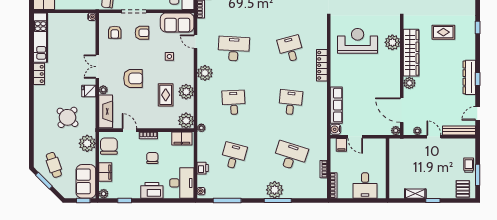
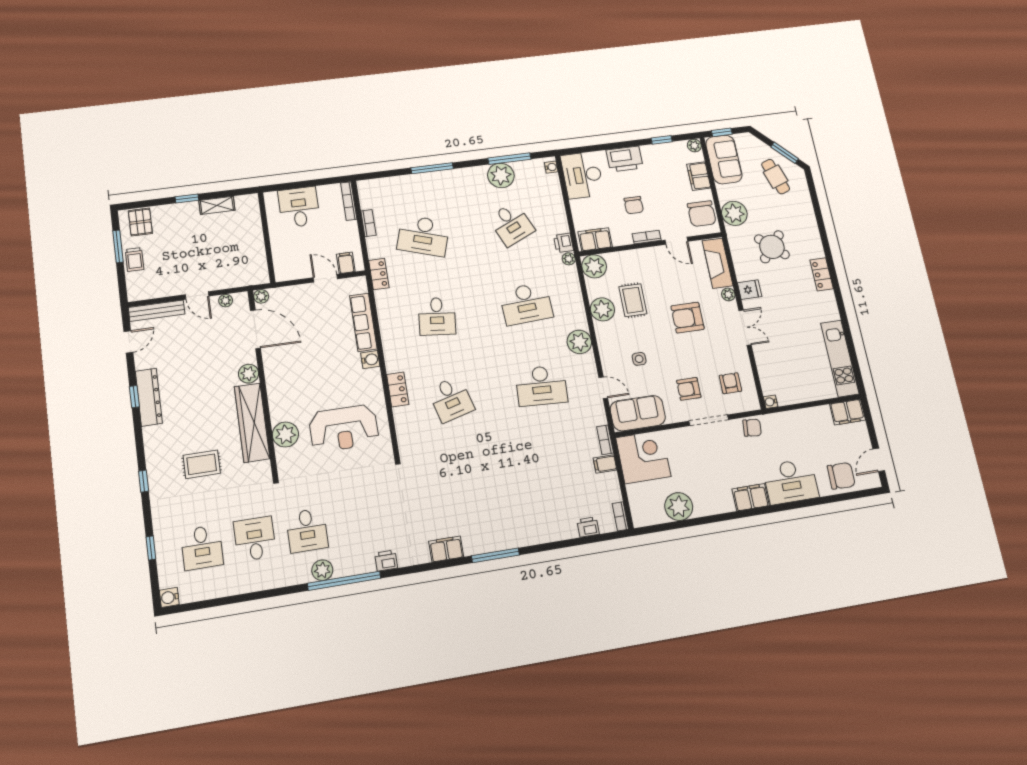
locker: (322, 65) -> (398, 389), width x0.66
locker: (39, 74) -> (822, 274), moved
desk: (234, 102) -> (526, 304), width x1.37
water cooler: (335, 129) -> (370, 360), moved
locker: (322, 135) -> (379, 274), added
desk: (234, 156) -> (511, 224), turned -39
printer: (203, 168) -> (563, 243), moved
plant: (275, 190) -> (501, 175), moved

